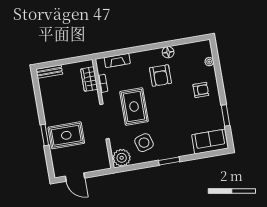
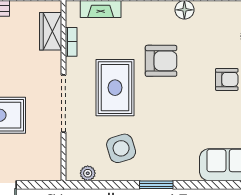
armchair: (160, 76) -> (161, 61), moved, turned -90
plant: (122, 158) -> (88, 173), width x0.53, depth x0.53

